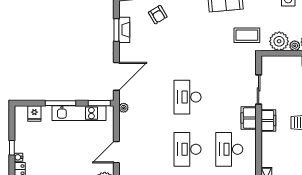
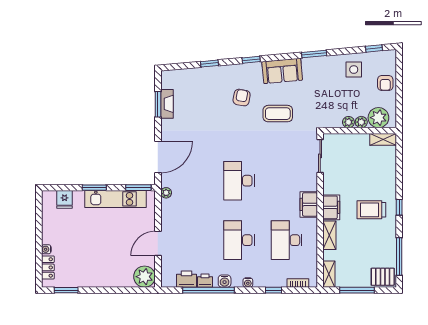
armchair: (158, 15) -> (242, 98), moved, turned -139
coffee table: (247, 35) -> (278, 114), moved
plant: (279, 41) -> (348, 122), width x0.53, depth x0.53
sliding door: (259, 89) -> (320, 156), moved
window: (60, 103) -> (94, 188), width x0.69
shelving: (267, 145) -> (329, 235), added
window: (12, 148) -> (39, 238), removed

